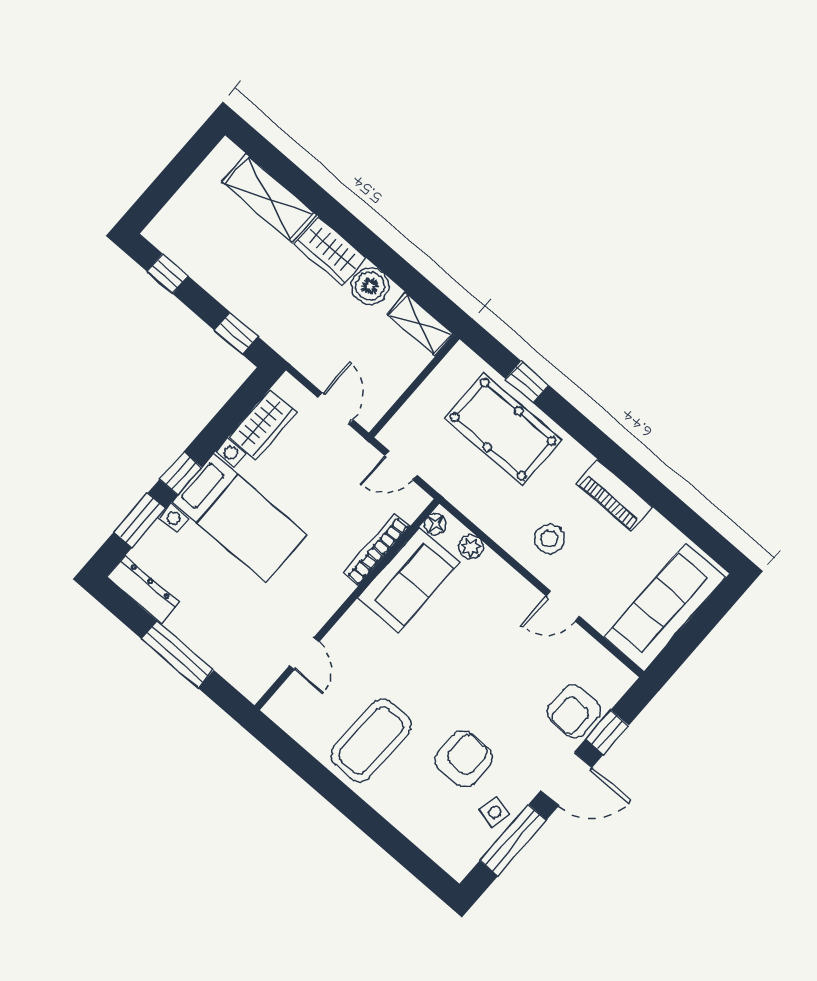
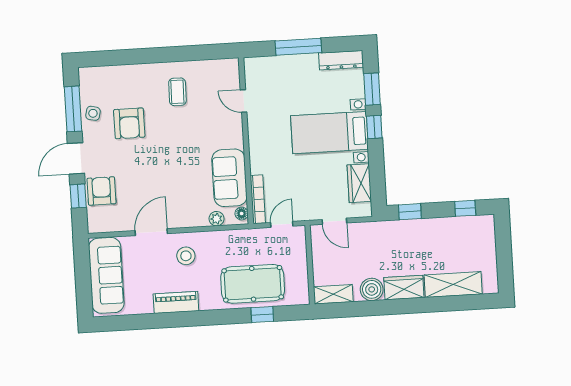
bookcase: (376, 550) -> (258, 199), moved
door: (563, 606) -> (151, 232), width x1.38
coffee table: (371, 741) -> (177, 92), width x0.54, depth x0.58

